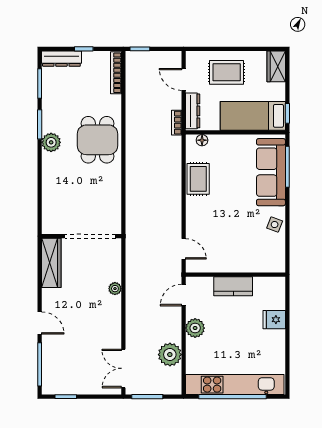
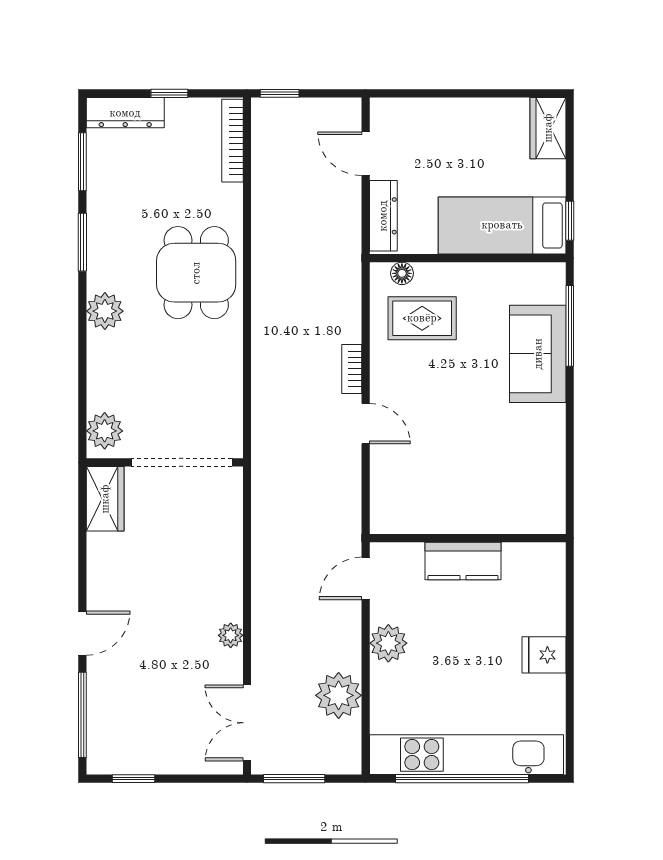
rug: (227, 72) -> (450, 140), removed
bookcase: (177, 123) -> (352, 369), moved
plant: (51, 142) -> (105, 311), moved
sofa: (271, 172) -> (538, 354), width x0.73
rug: (198, 179) -> (422, 318), moved, turned 90
plant: (51, 220) -> (105, 431), added
side table: (275, 225) -> (545, 439), removed
door: (184, 249) -> (366, 424), moved
wardrobe: (51, 263) -> (105, 499), width x0.67
plant: (115, 289) -> (231, 635), moved
fridge: (274, 320) -> (544, 655), moved
door: (40, 323) -> (82, 633), hinge flipped

